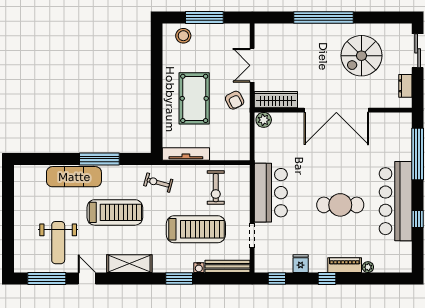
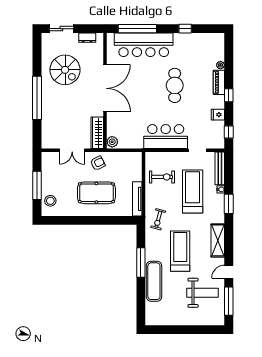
bar counter: (396, 201) -> (144, 45), moved

